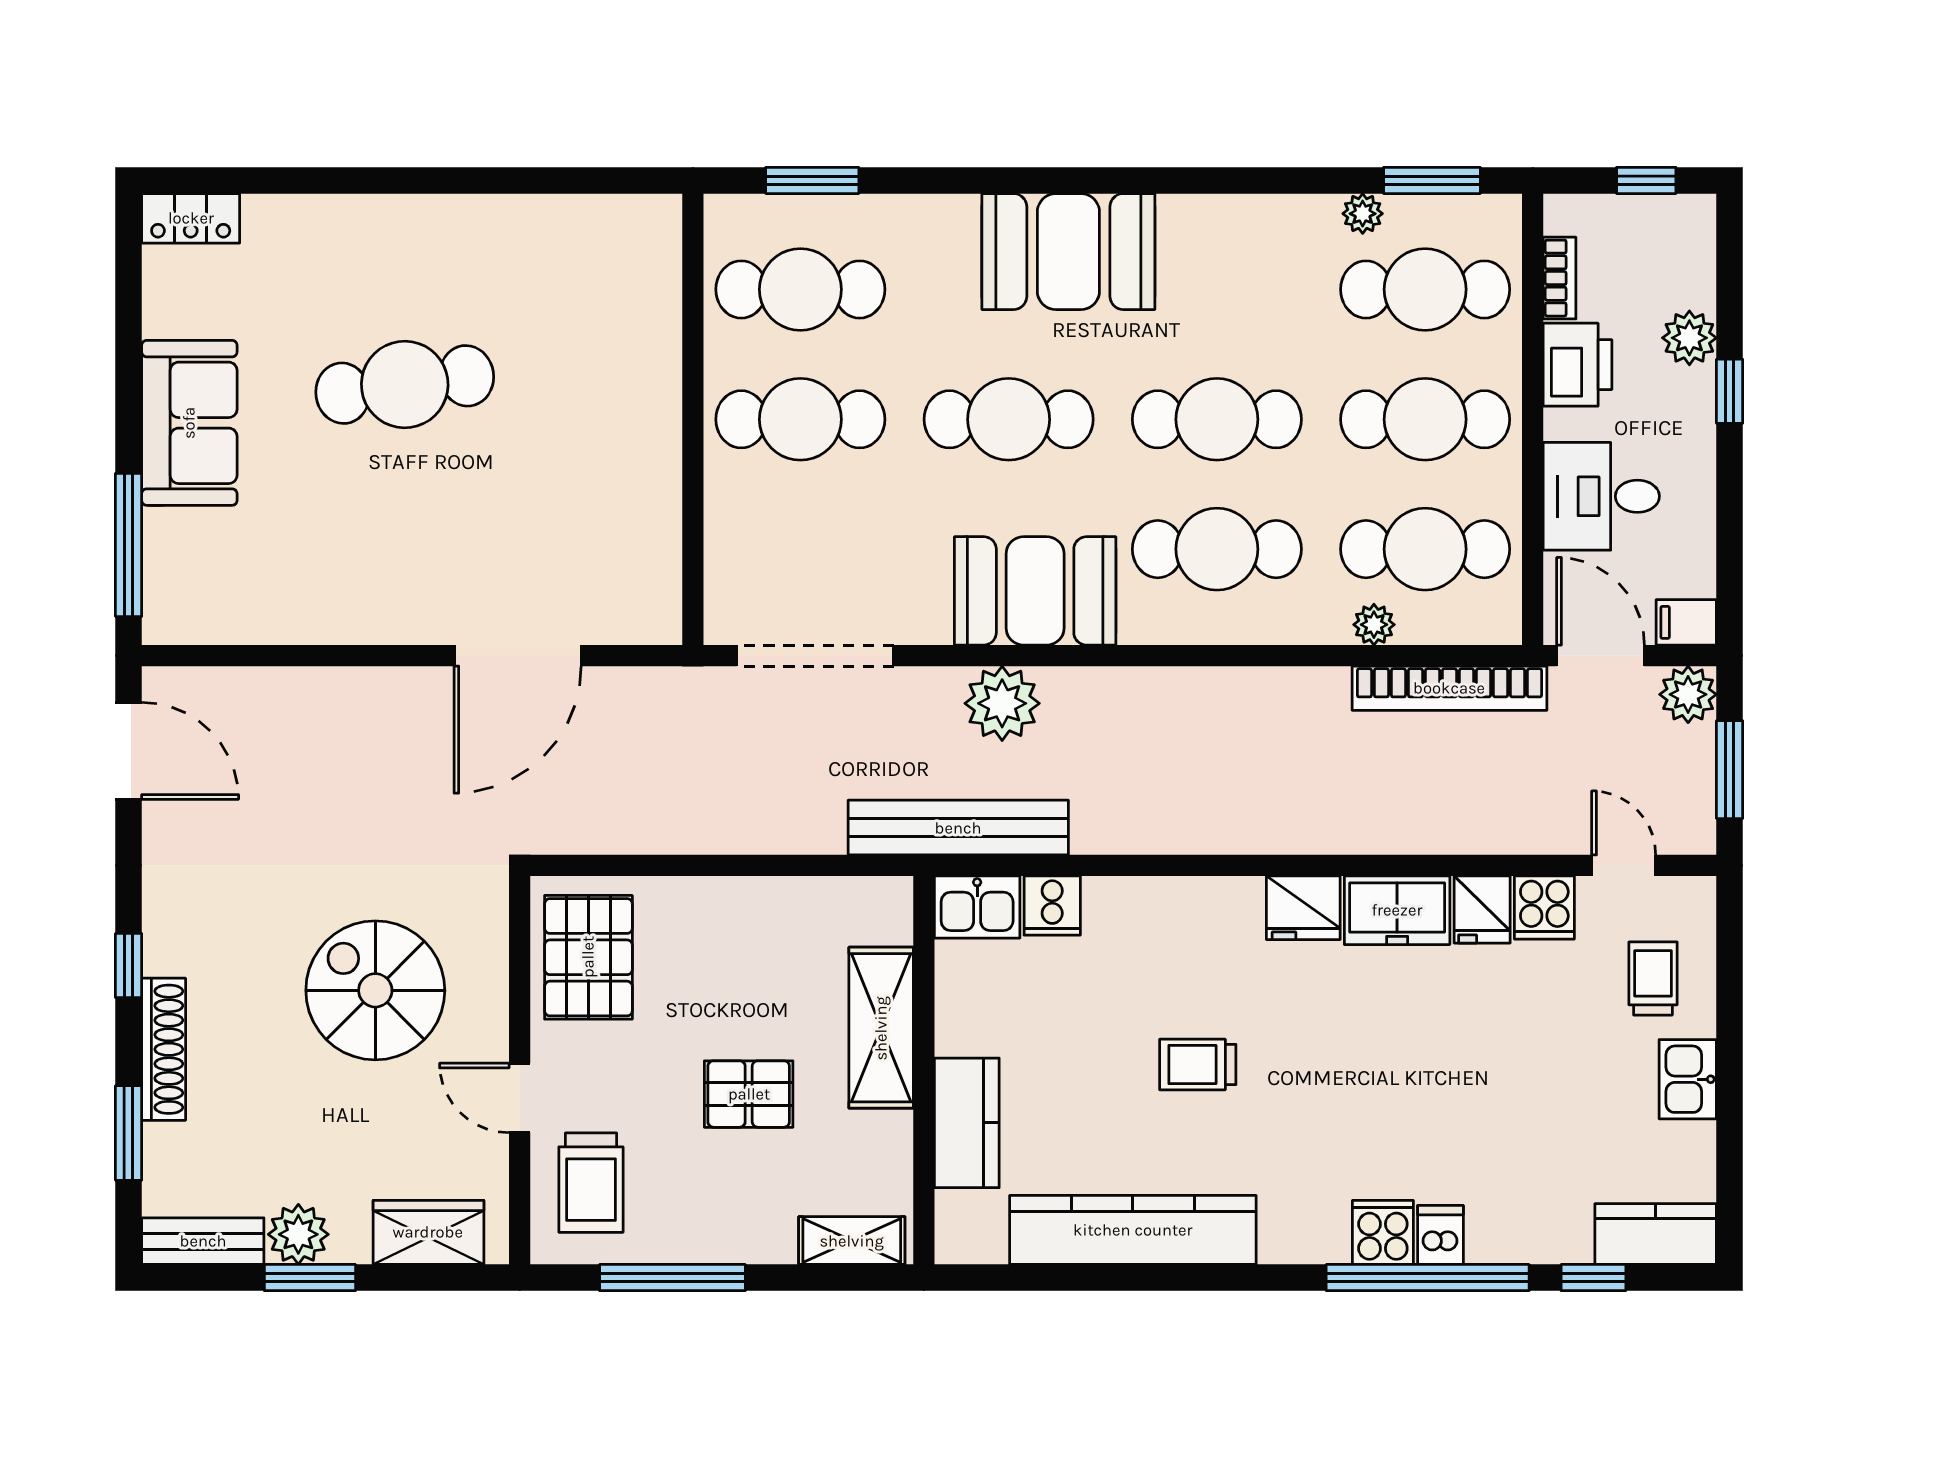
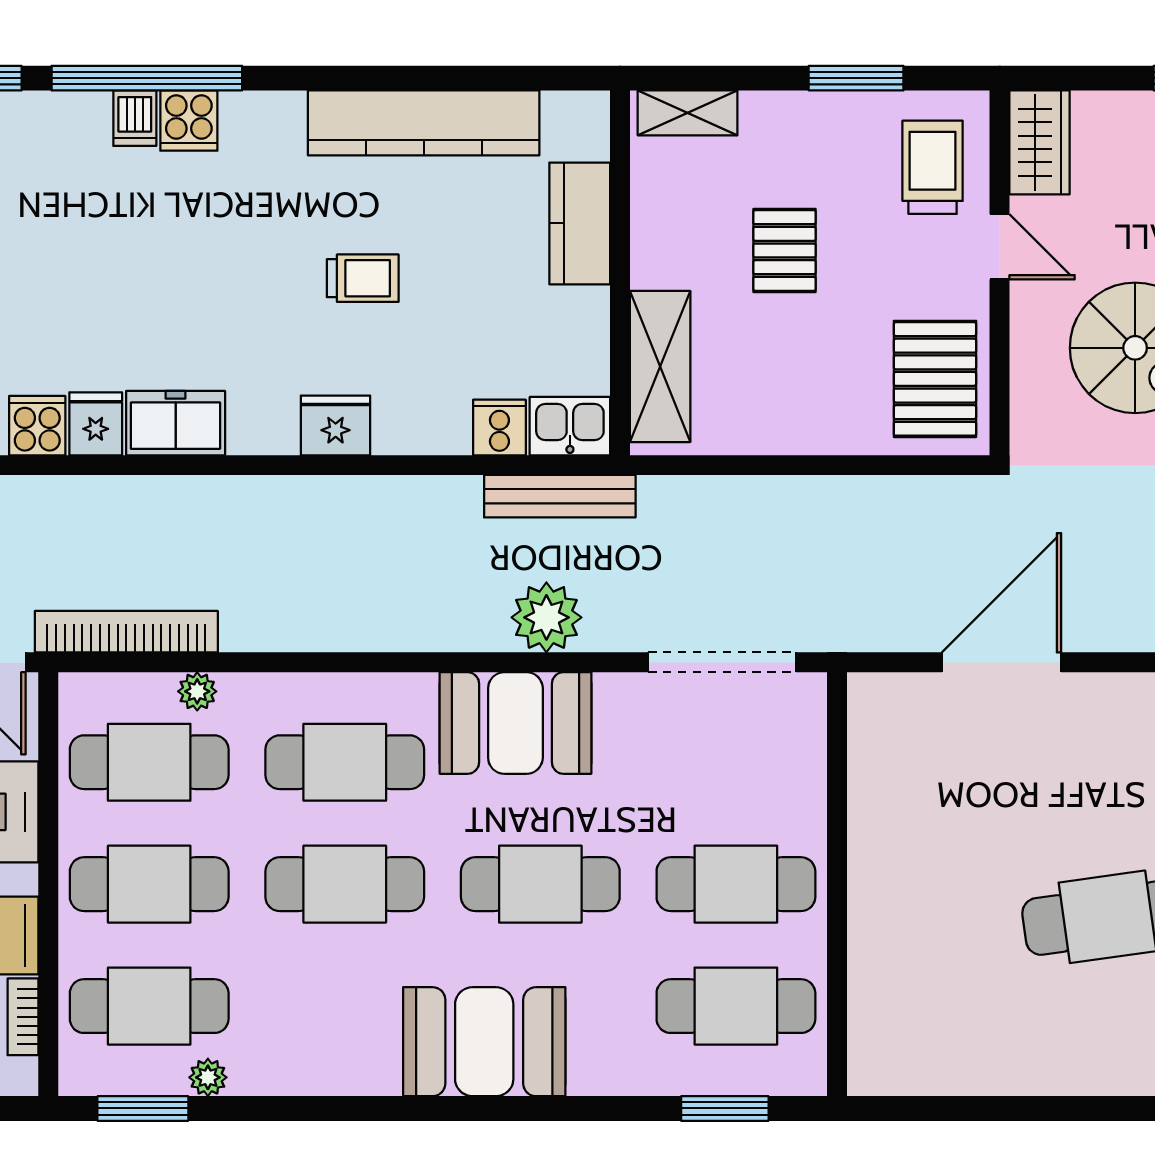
bench: (958, 828) -> (560, 496), width x0.73, depth x0.82
fridge: (1303, 908) -> (336, 425), moved
shelving: (881, 1028) -> (660, 367), moved
pallet: (749, 1094) -> (784, 250), turned 90
wardrobe: (428, 1232) -> (1040, 142), moved, turned -90
window: (672, 1278) -> (856, 78), width x0.69

